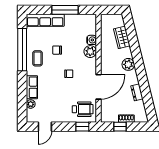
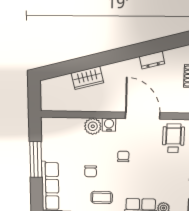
wardrobe: (122, 37) -> (87, 78), moved
water cooler: (92, 40) -> (109, 125), moved
plant: (128, 64) -> (111, 72), removed

